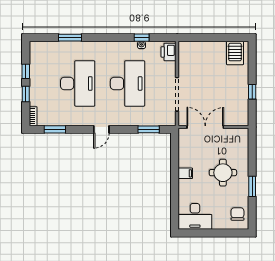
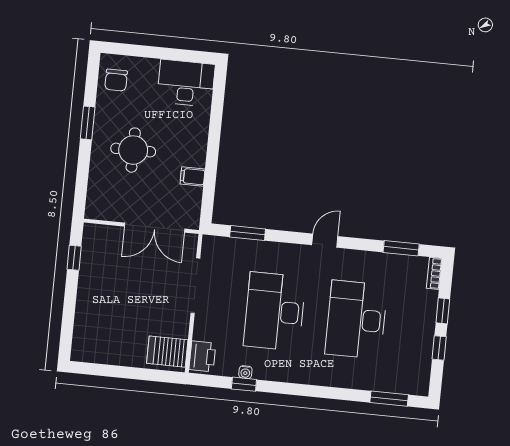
window: (70, 38) -> (389, 399), moved
server rack: (235, 53) -> (167, 352), moved, turned -90
window: (252, 92) -> (74, 258), moved
filing cabinet: (185, 173) -> (193, 177), moved

